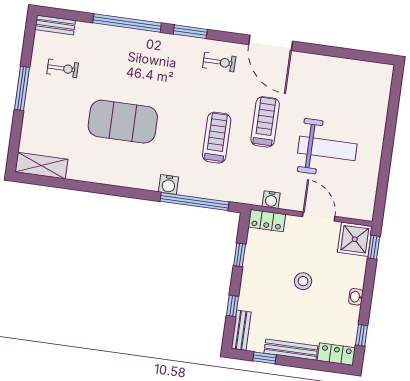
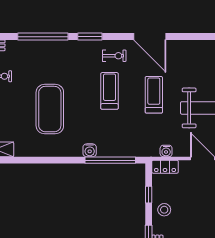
exercise mat: (123, 122) -> (50, 109), turned 90
treadmill: (217, 138) -> (110, 91), moved
stool: (303, 281) -> (164, 210), moved

